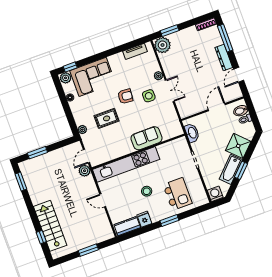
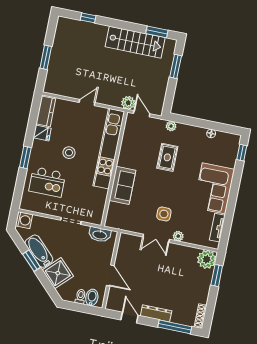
corner sofa: (93, 77) -> (214, 188), moved
plant: (66, 78) -> (234, 141), removed
armchair: (125, 96) -> (178, 190), removed
stairs: (50, 226) -> (135, 42), moved

